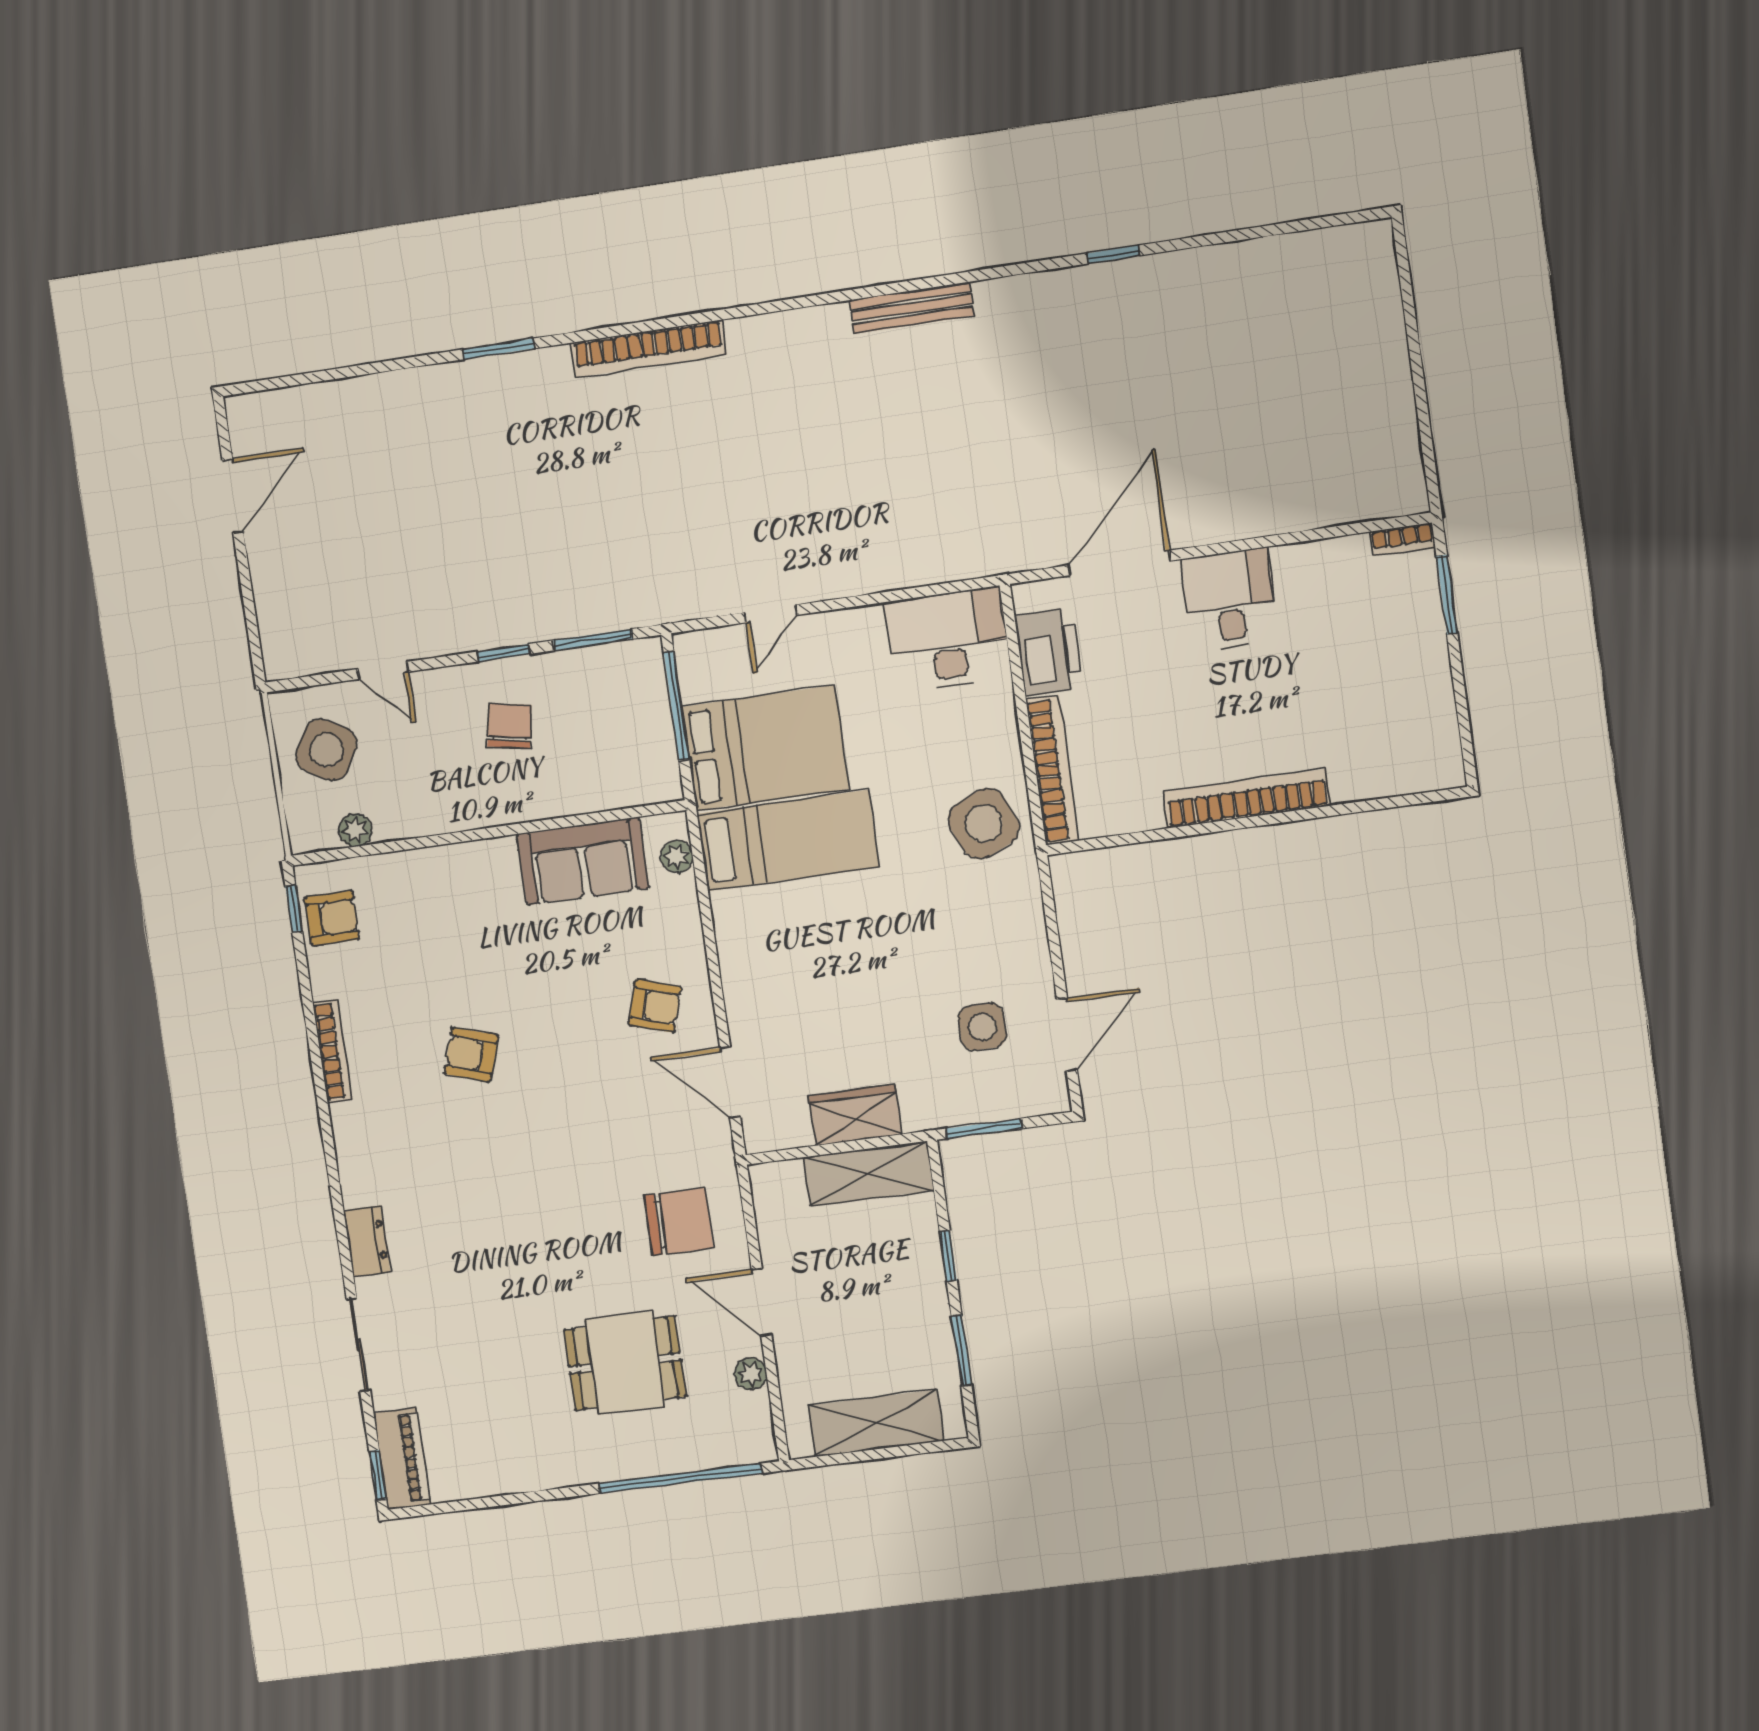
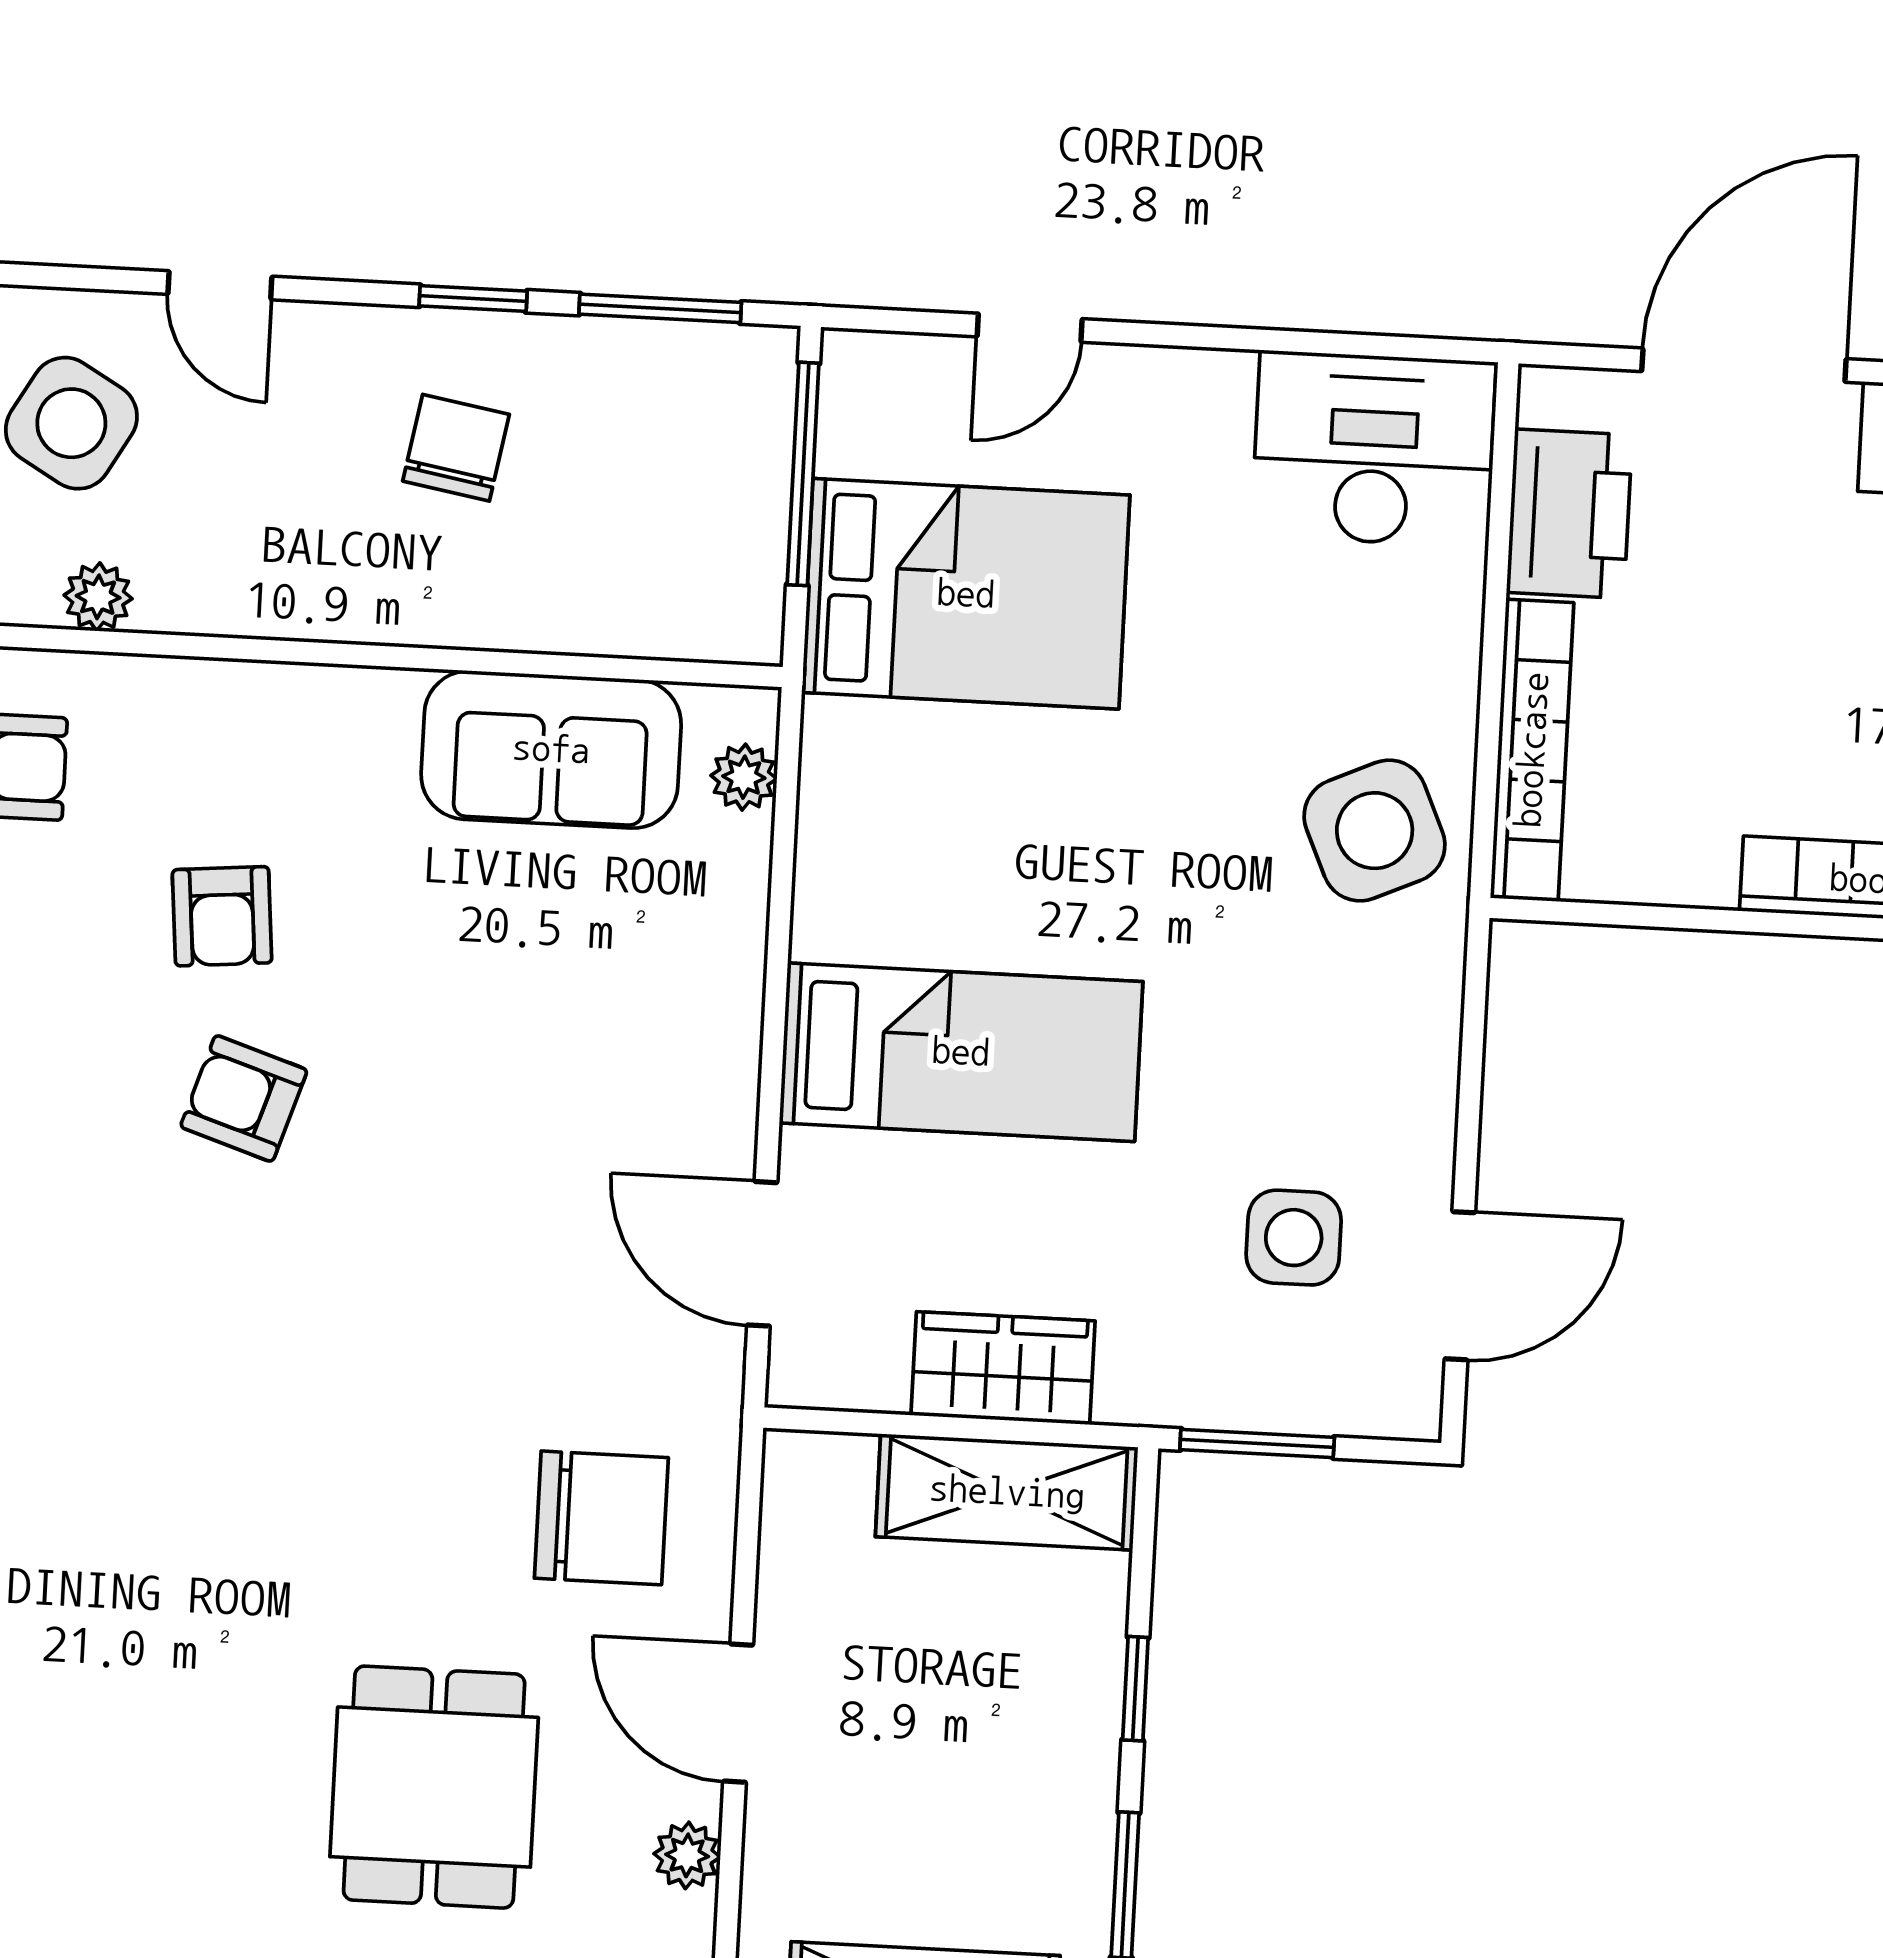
bed: (788, 841) -> (961, 1052), moved
armchair: (655, 1006) -> (222, 916), moved, turned 68
dining table: (625, 1363) -> (434, 1787), turned 90

